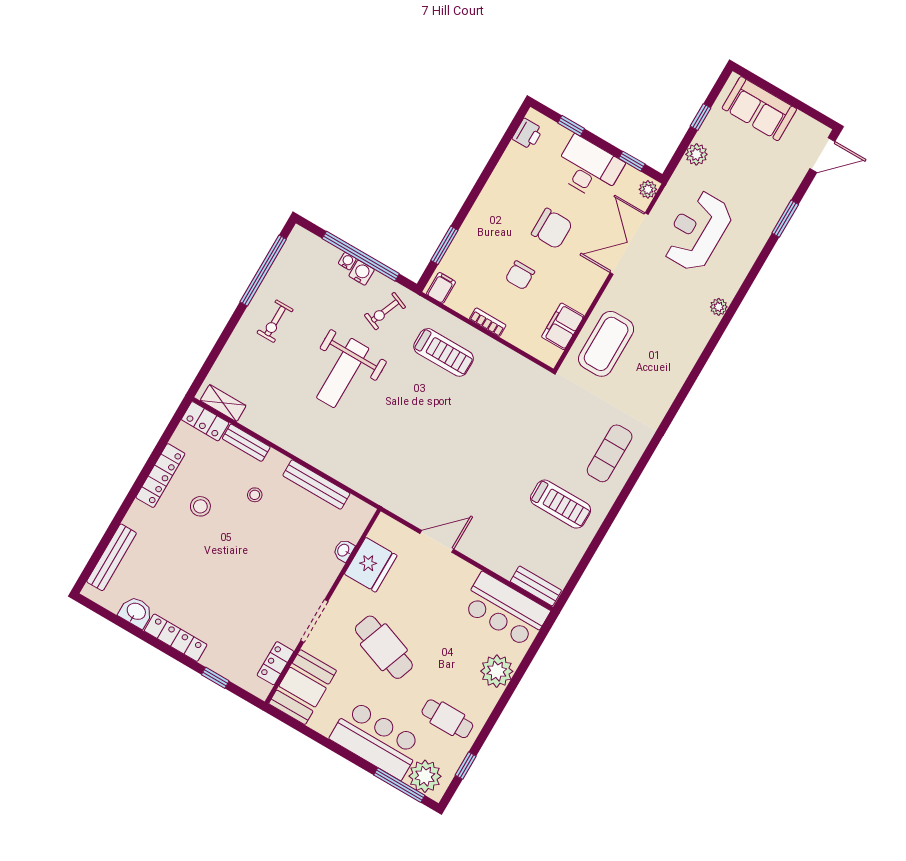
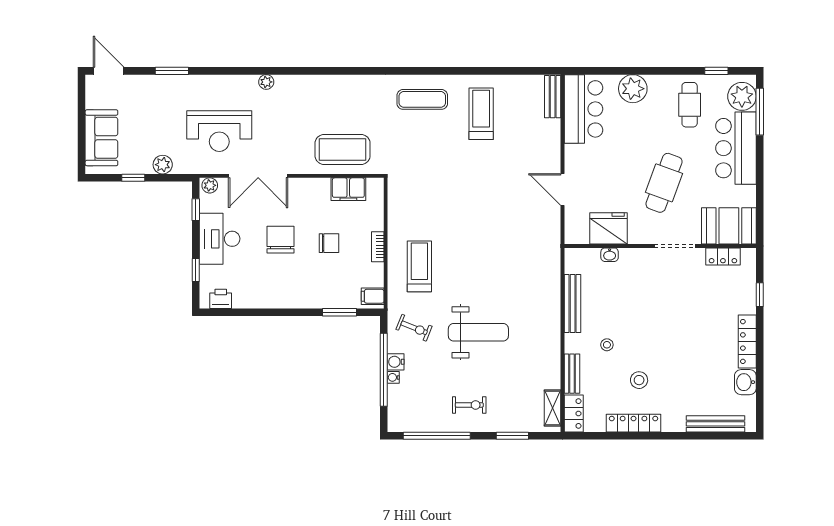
window: (219, 346) -> (512, 436), added

